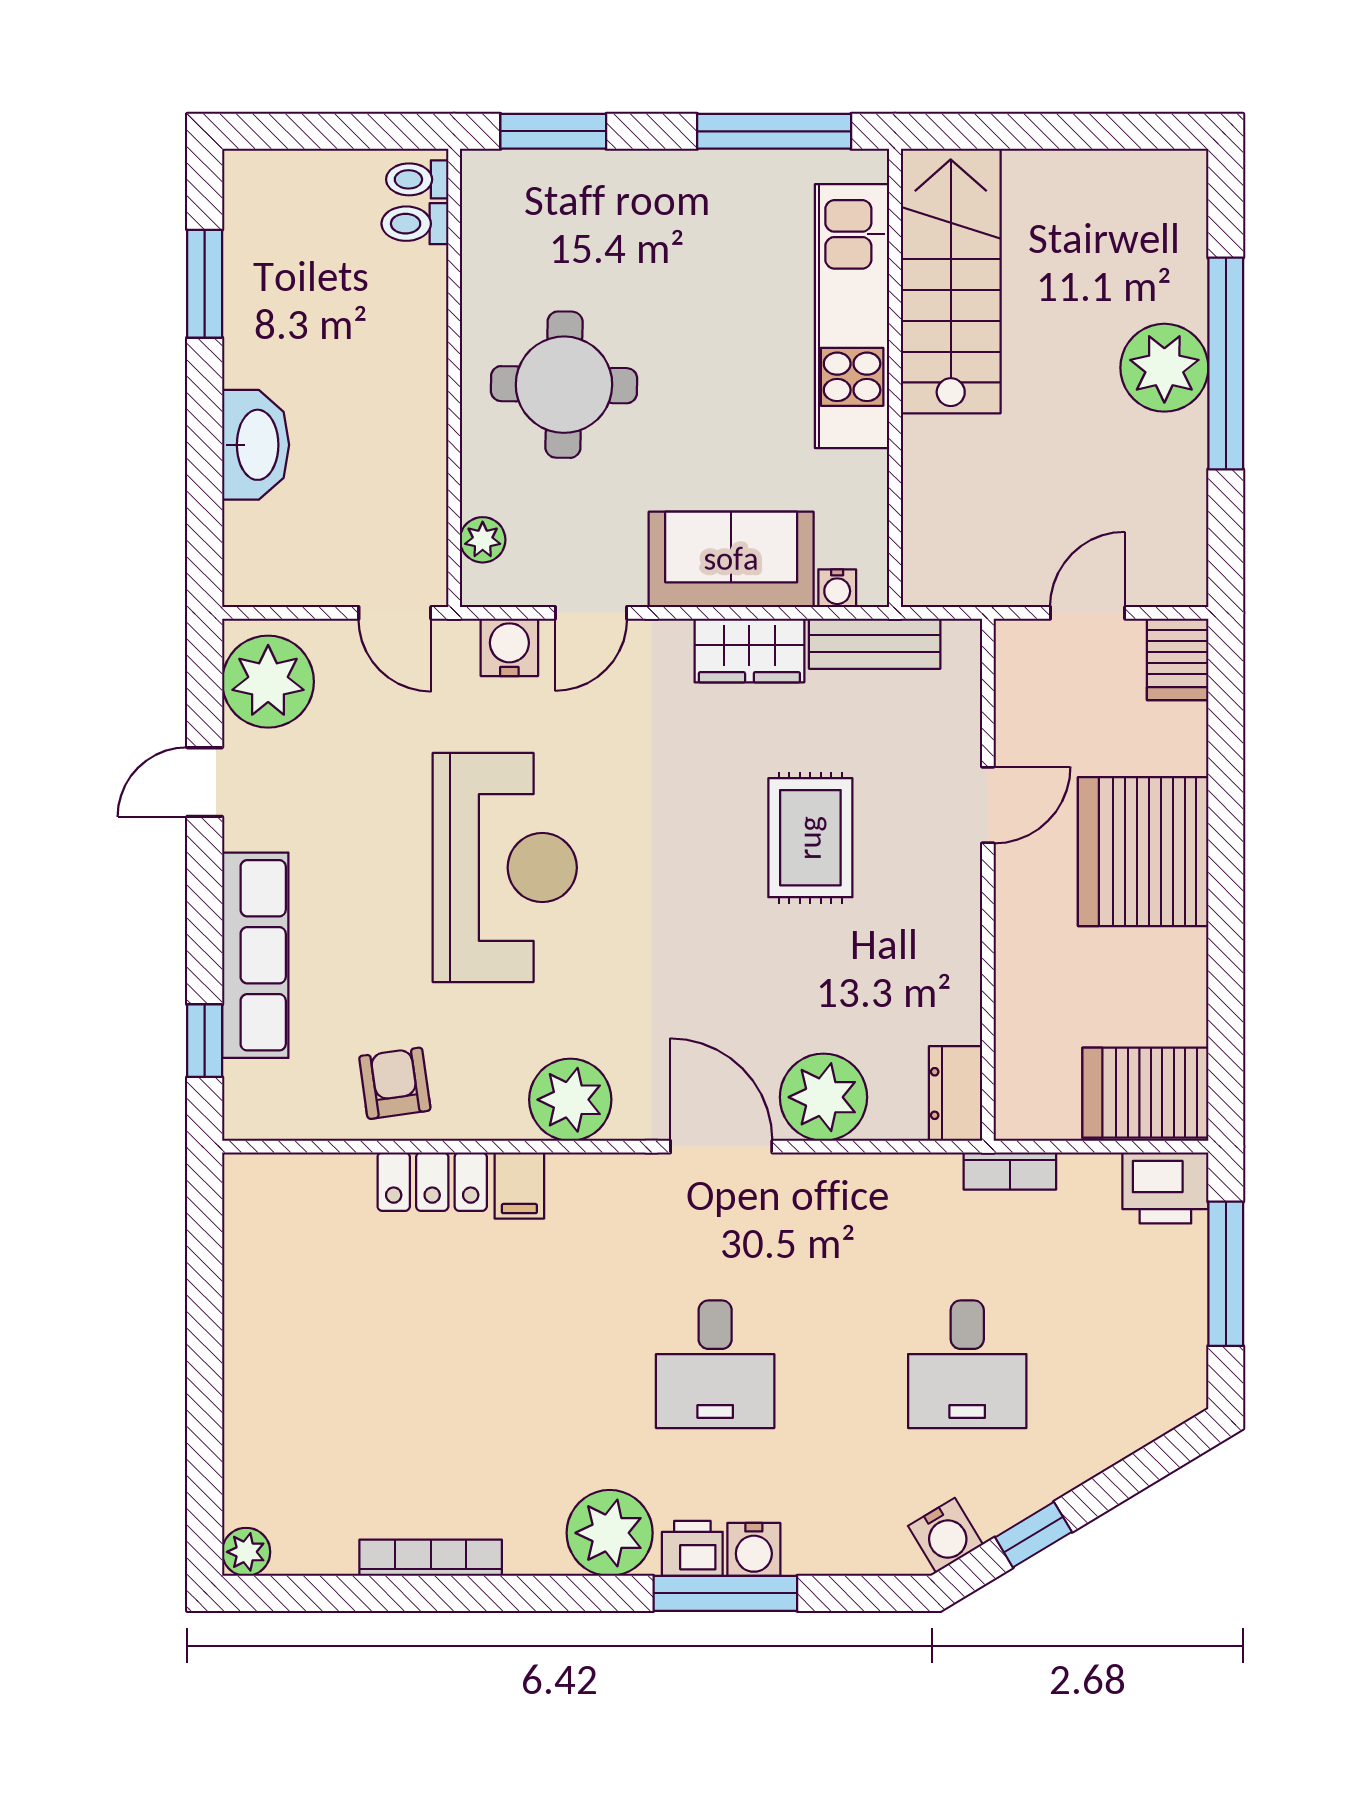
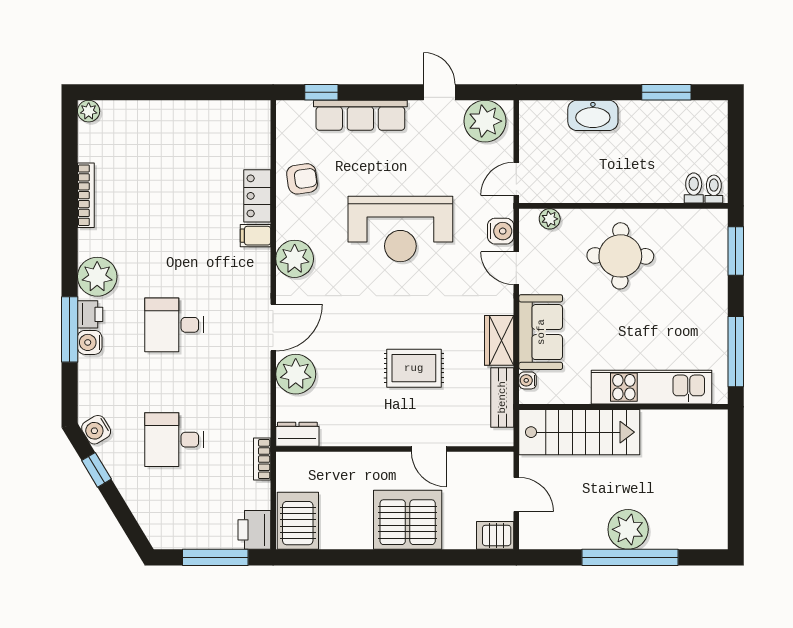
stairs: (951, 281) -> (579, 432), moved

